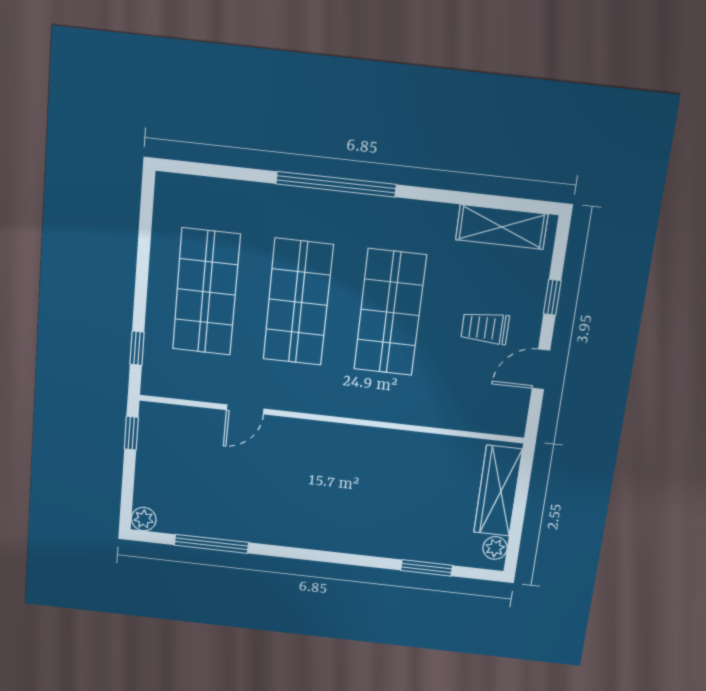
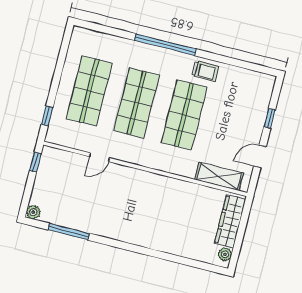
shelving: (502, 227) -> (219, 176), moved
trolley: (485, 328) -> (205, 71), moved, turned 180
window: (427, 568) -> (186, 261), removed

